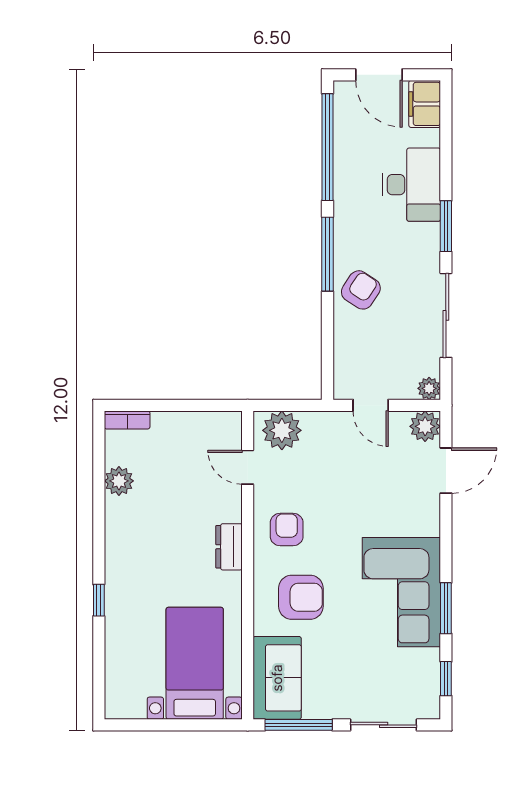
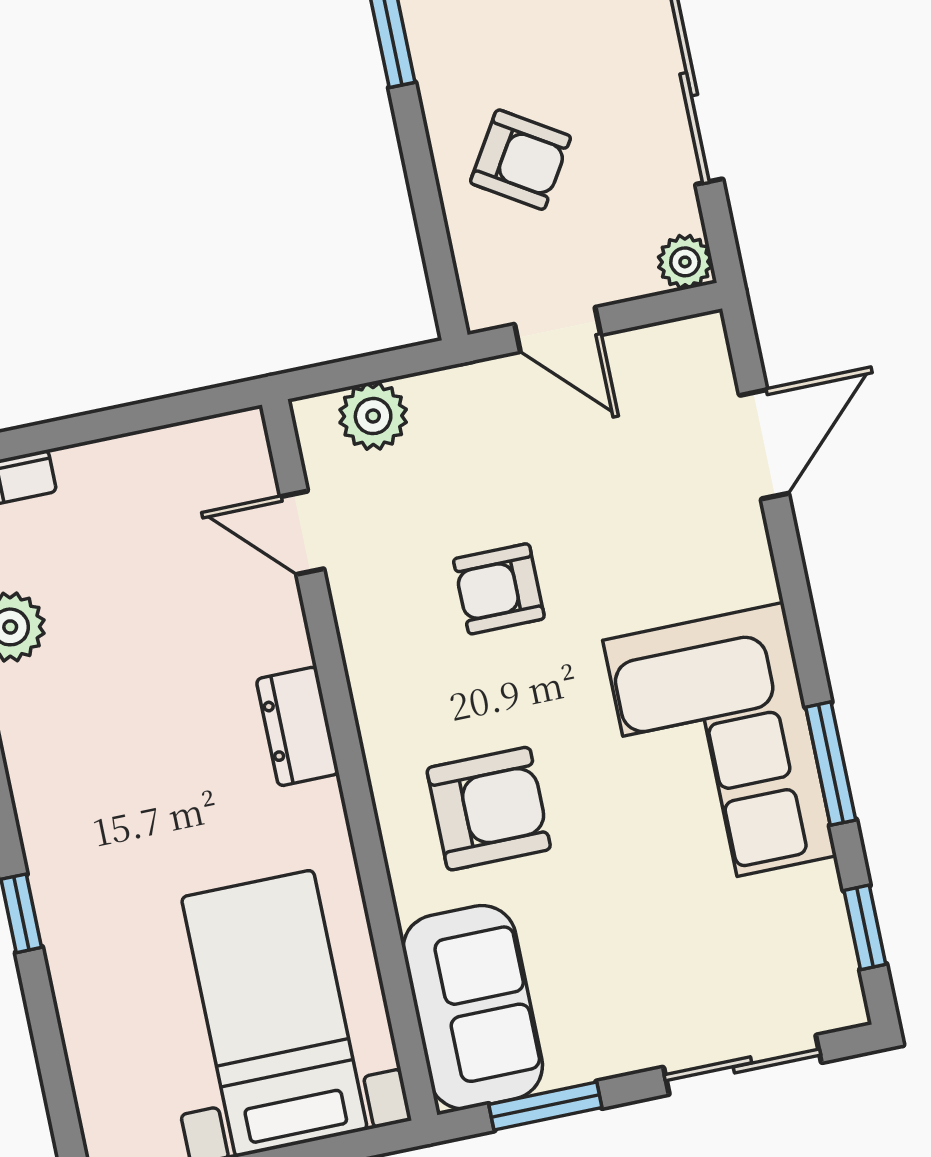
armchair: (361, 290) -> (520, 160), moved, turned 89
plant: (425, 426) -> (694, 352), removed
plant: (282, 430) -> (373, 416), width x0.73, depth x0.73
armchair: (287, 530) -> (499, 589), moved, turned -90
window: (299, 725) -> (545, 1106), width x0.69

